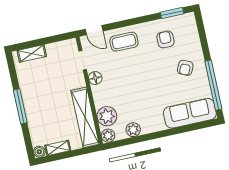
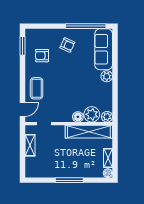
shelving: (32, 53) -> (30, 145), moved
floor lamp: (95, 78) -> (78, 117), moved
plant: (133, 130) -> (107, 76), moved

